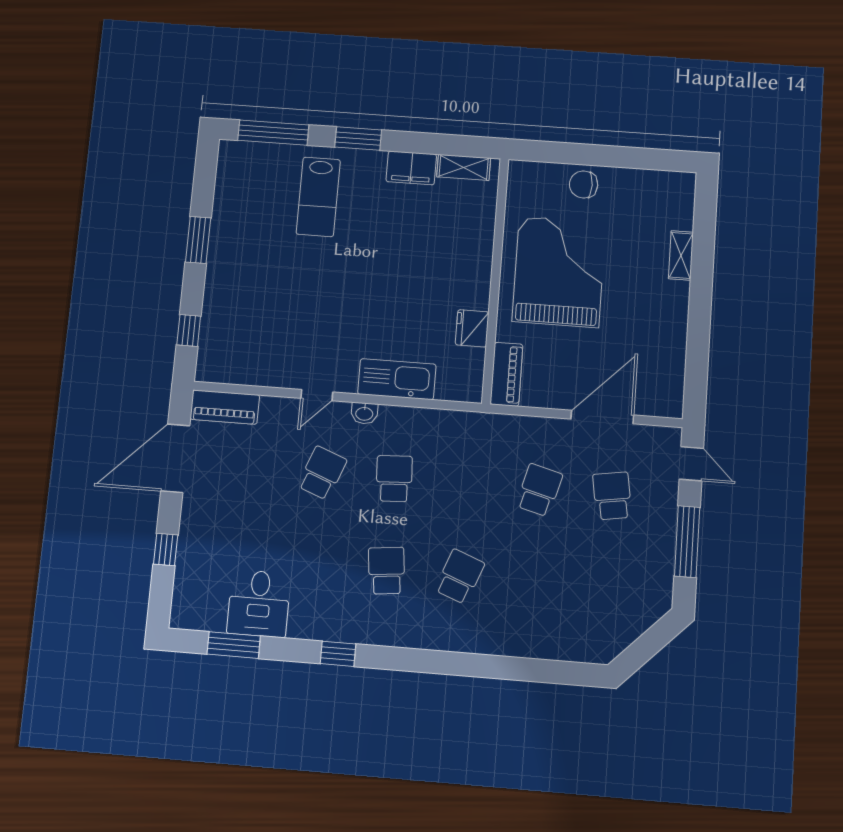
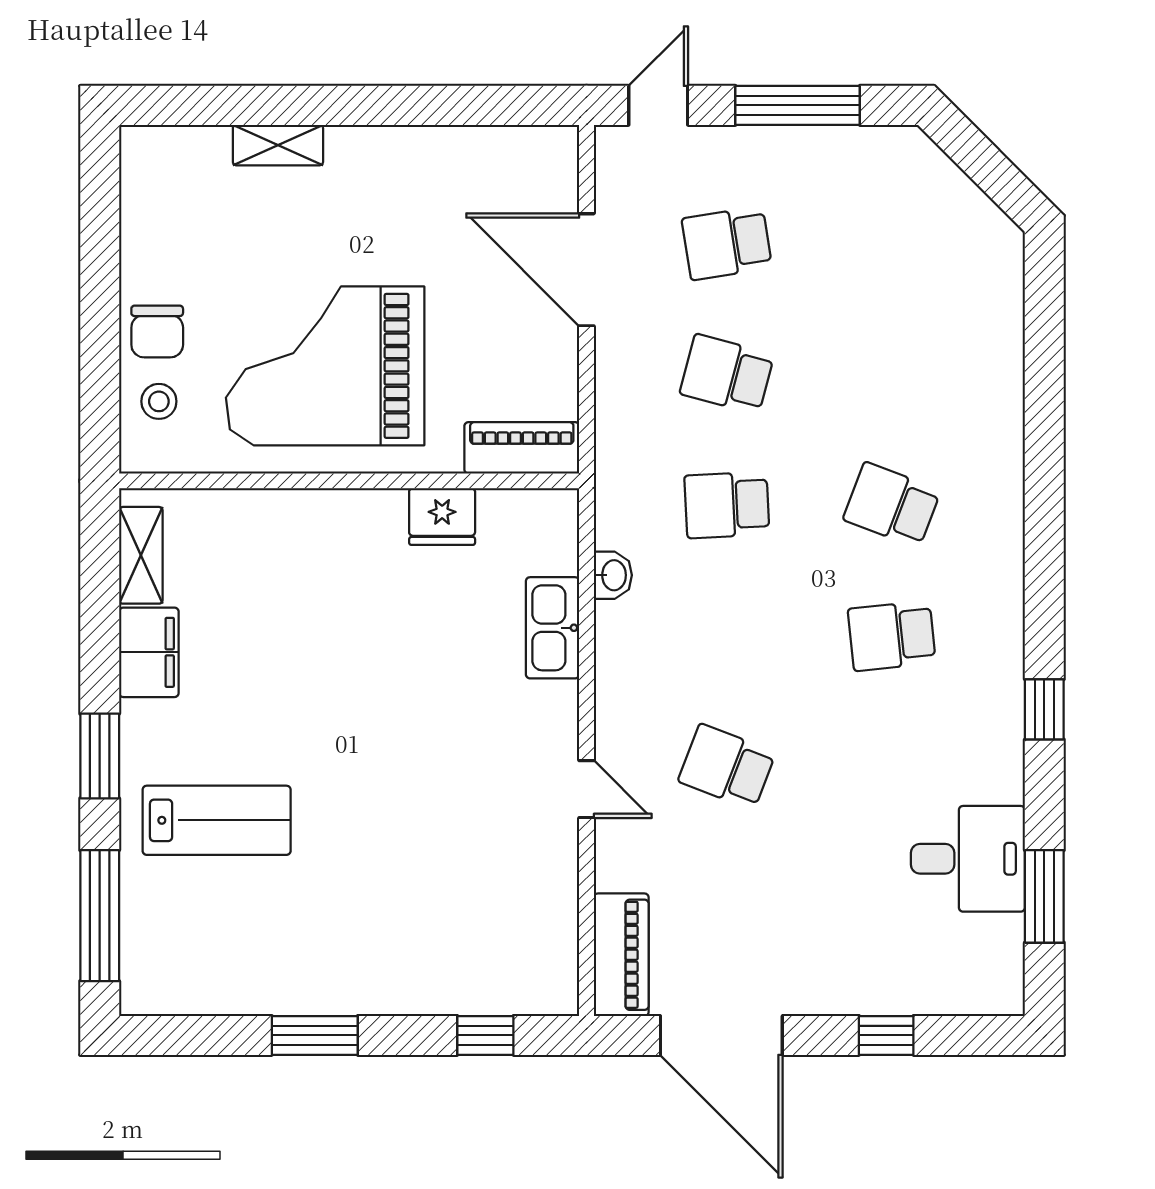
stool: (546, 183) -> (159, 401), added
kitchen sink: (397, 379) -> (553, 628), width x0.73, depth x0.81
washbasin: (364, 413) -> (613, 575), moved
school desk: (394, 479) -> (727, 505), moved

